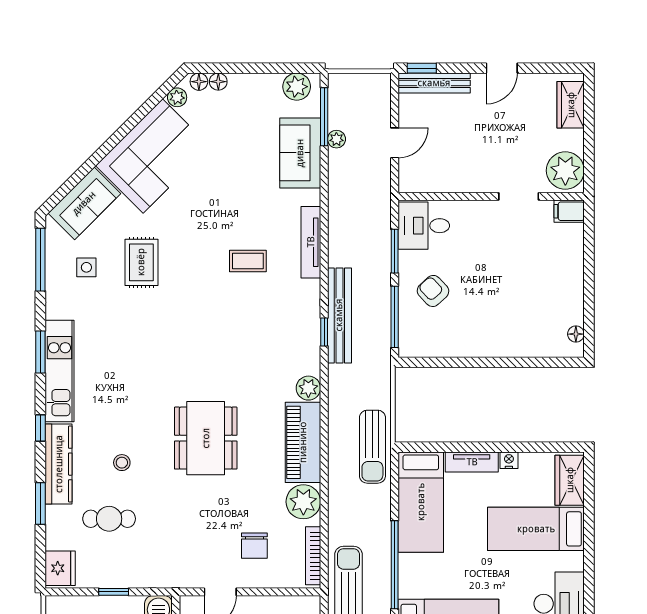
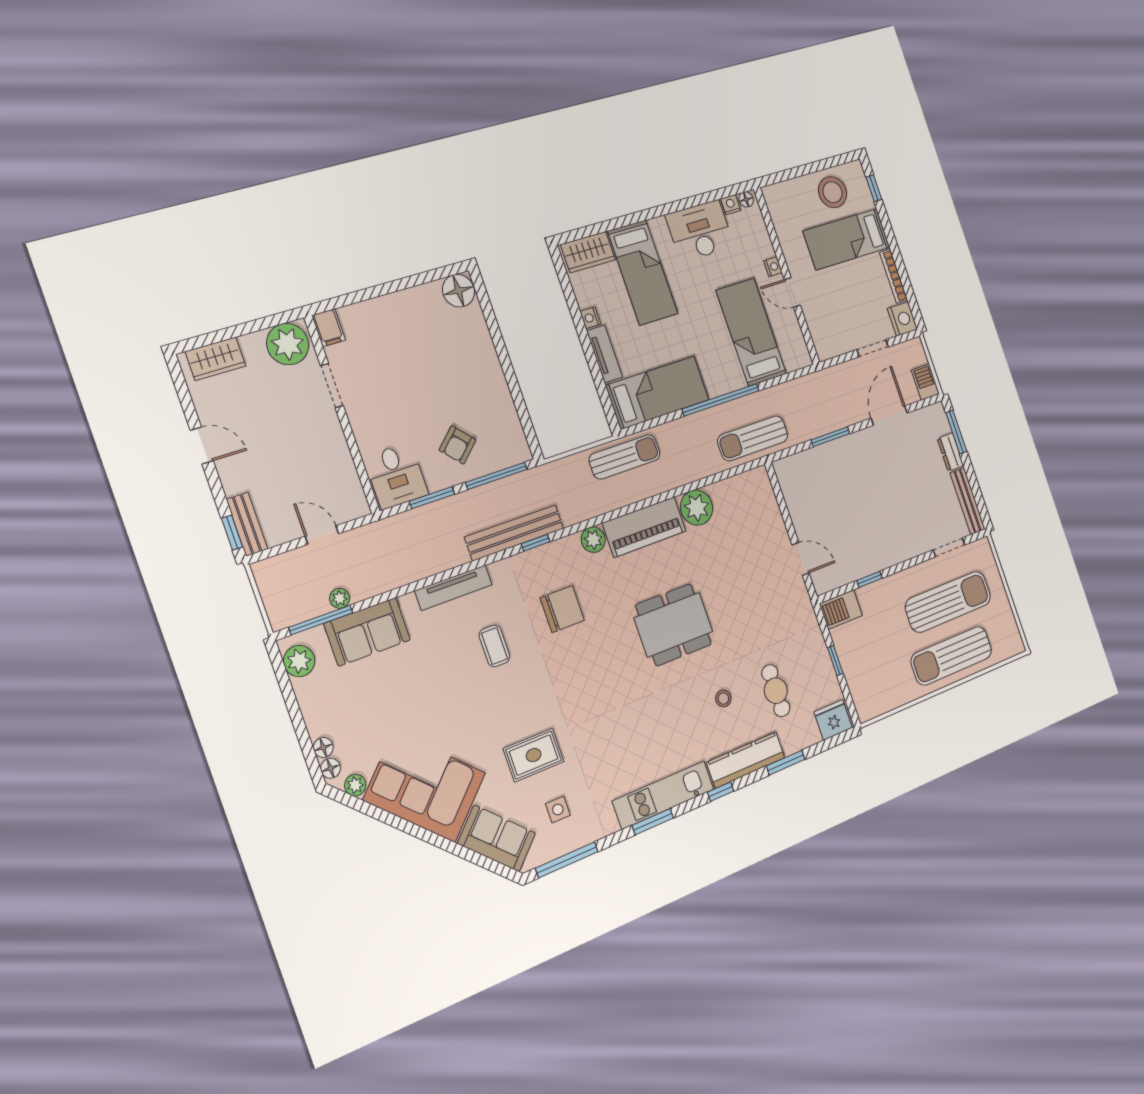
bench: (434, 83) -> (247, 524), width x0.73
floor lamp: (576, 334) -> (458, 291), width x1.89, depth x1.89
chair: (254, 546) -> (562, 609), moved, width x1.37, depth x1.37
bookcase: (313, 556) -> (740, 481), removed

